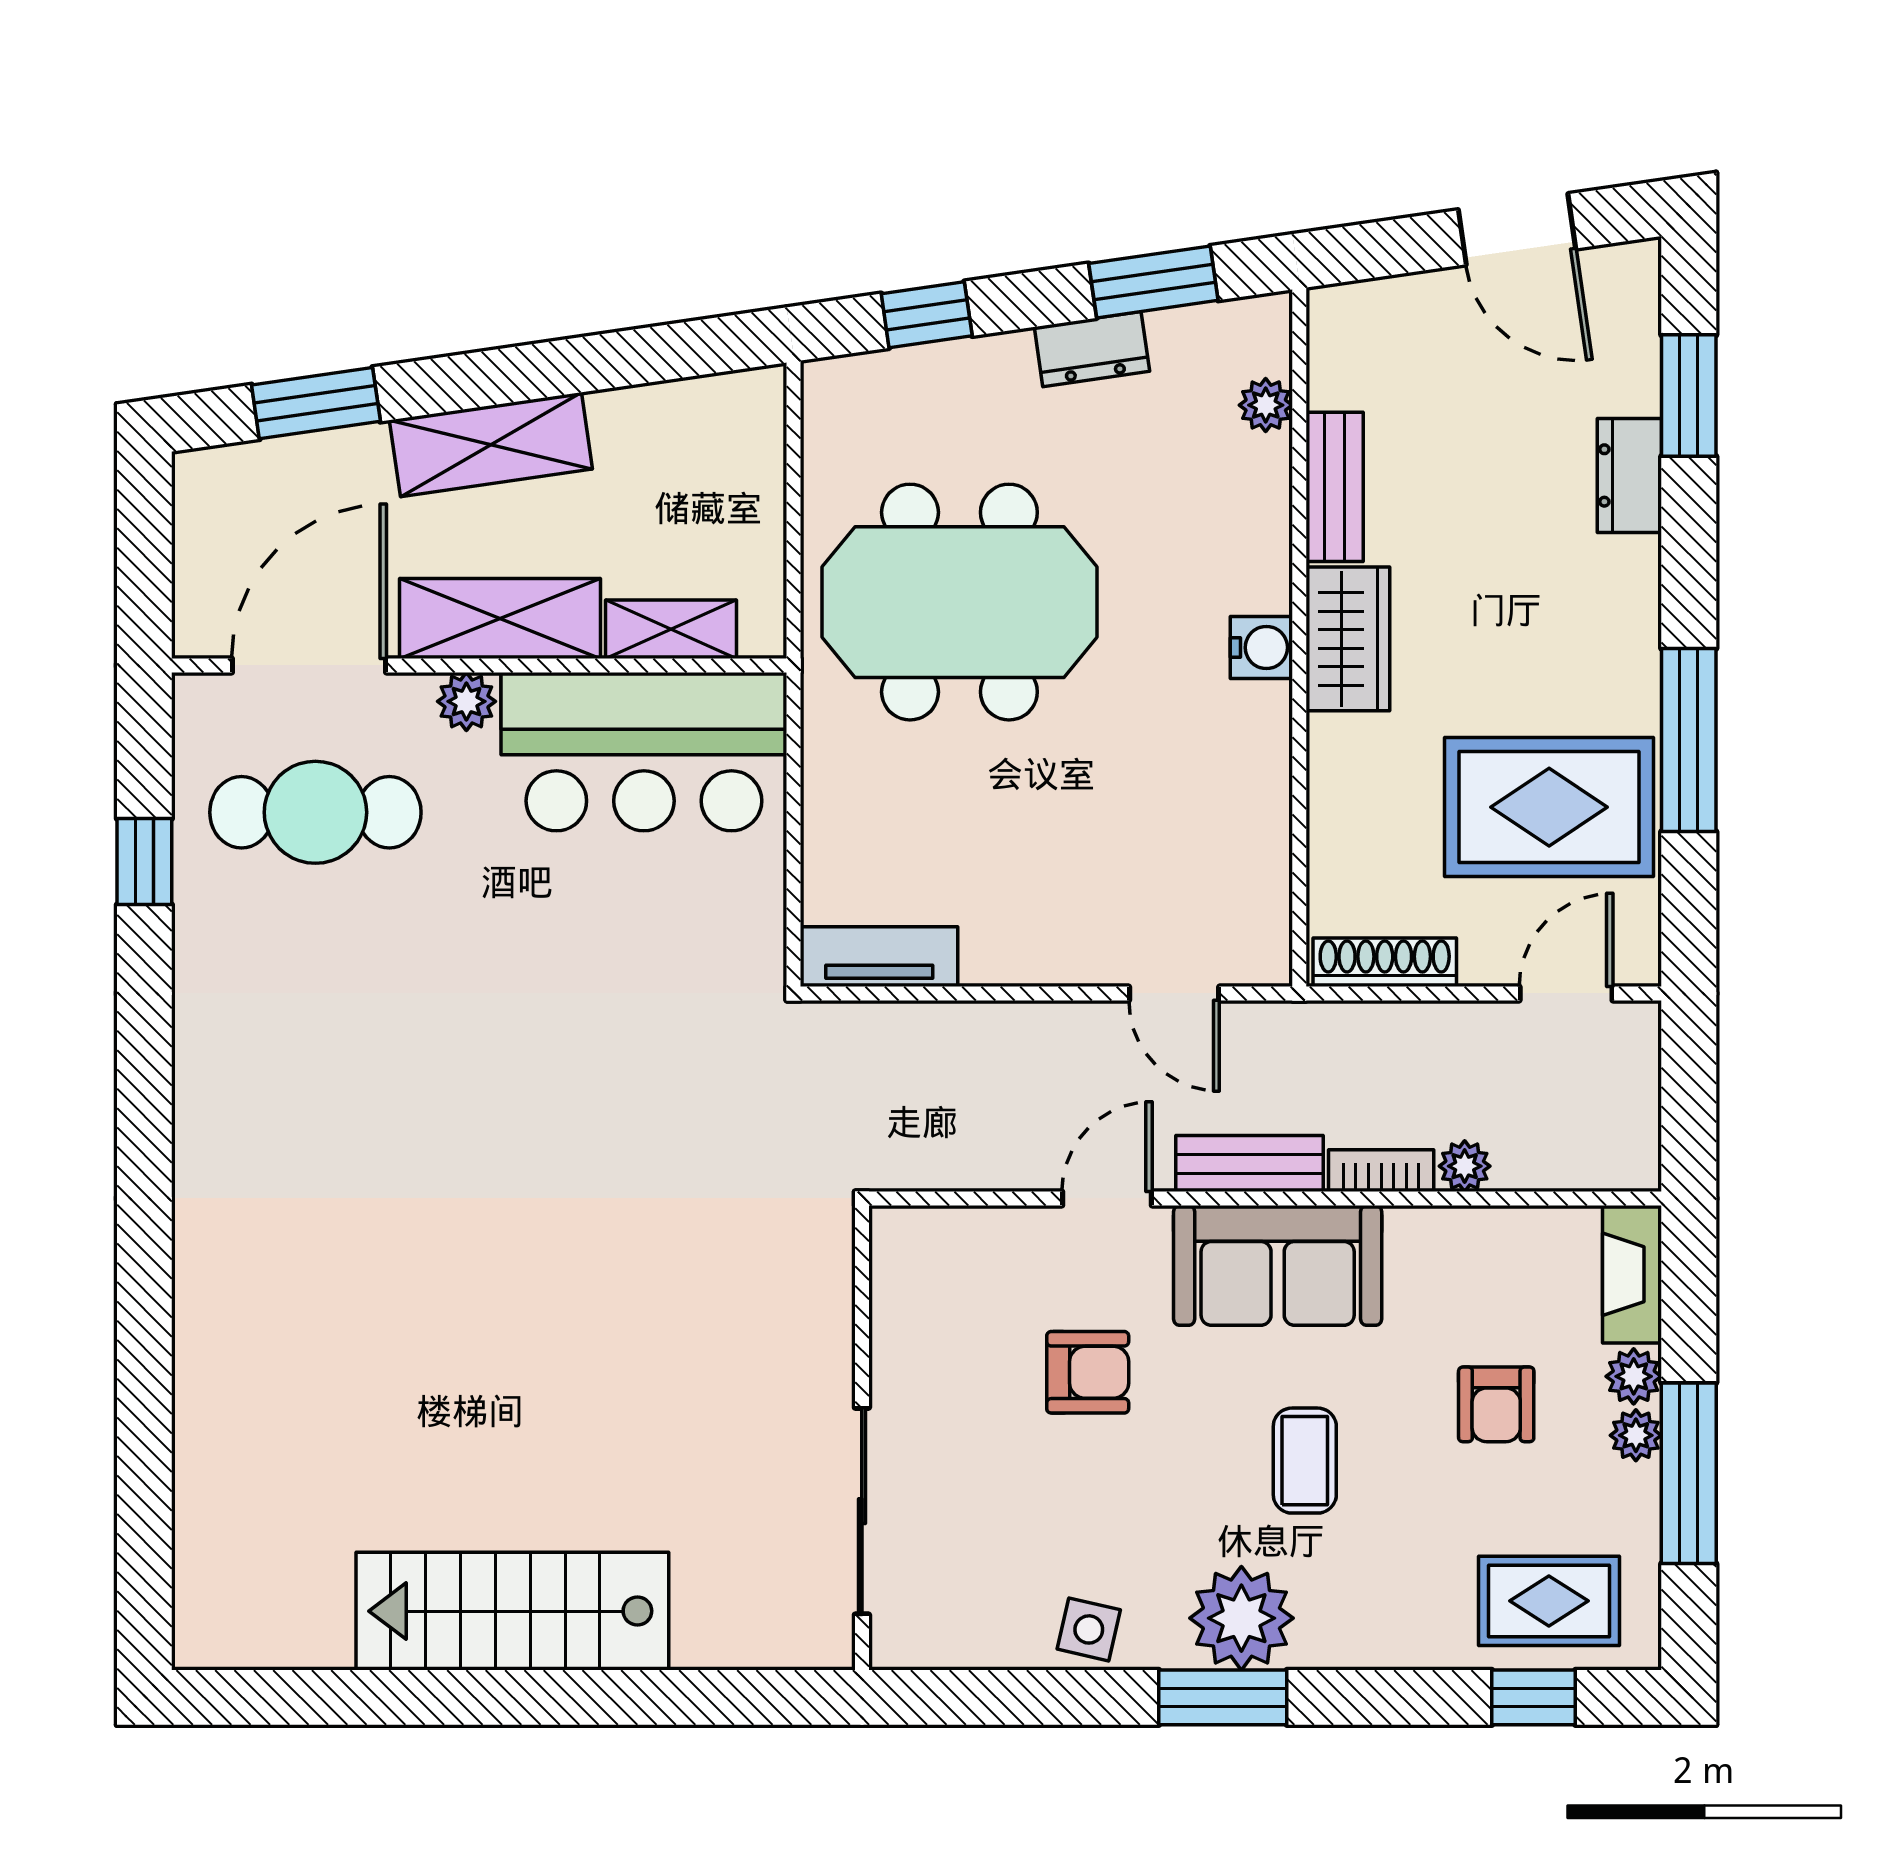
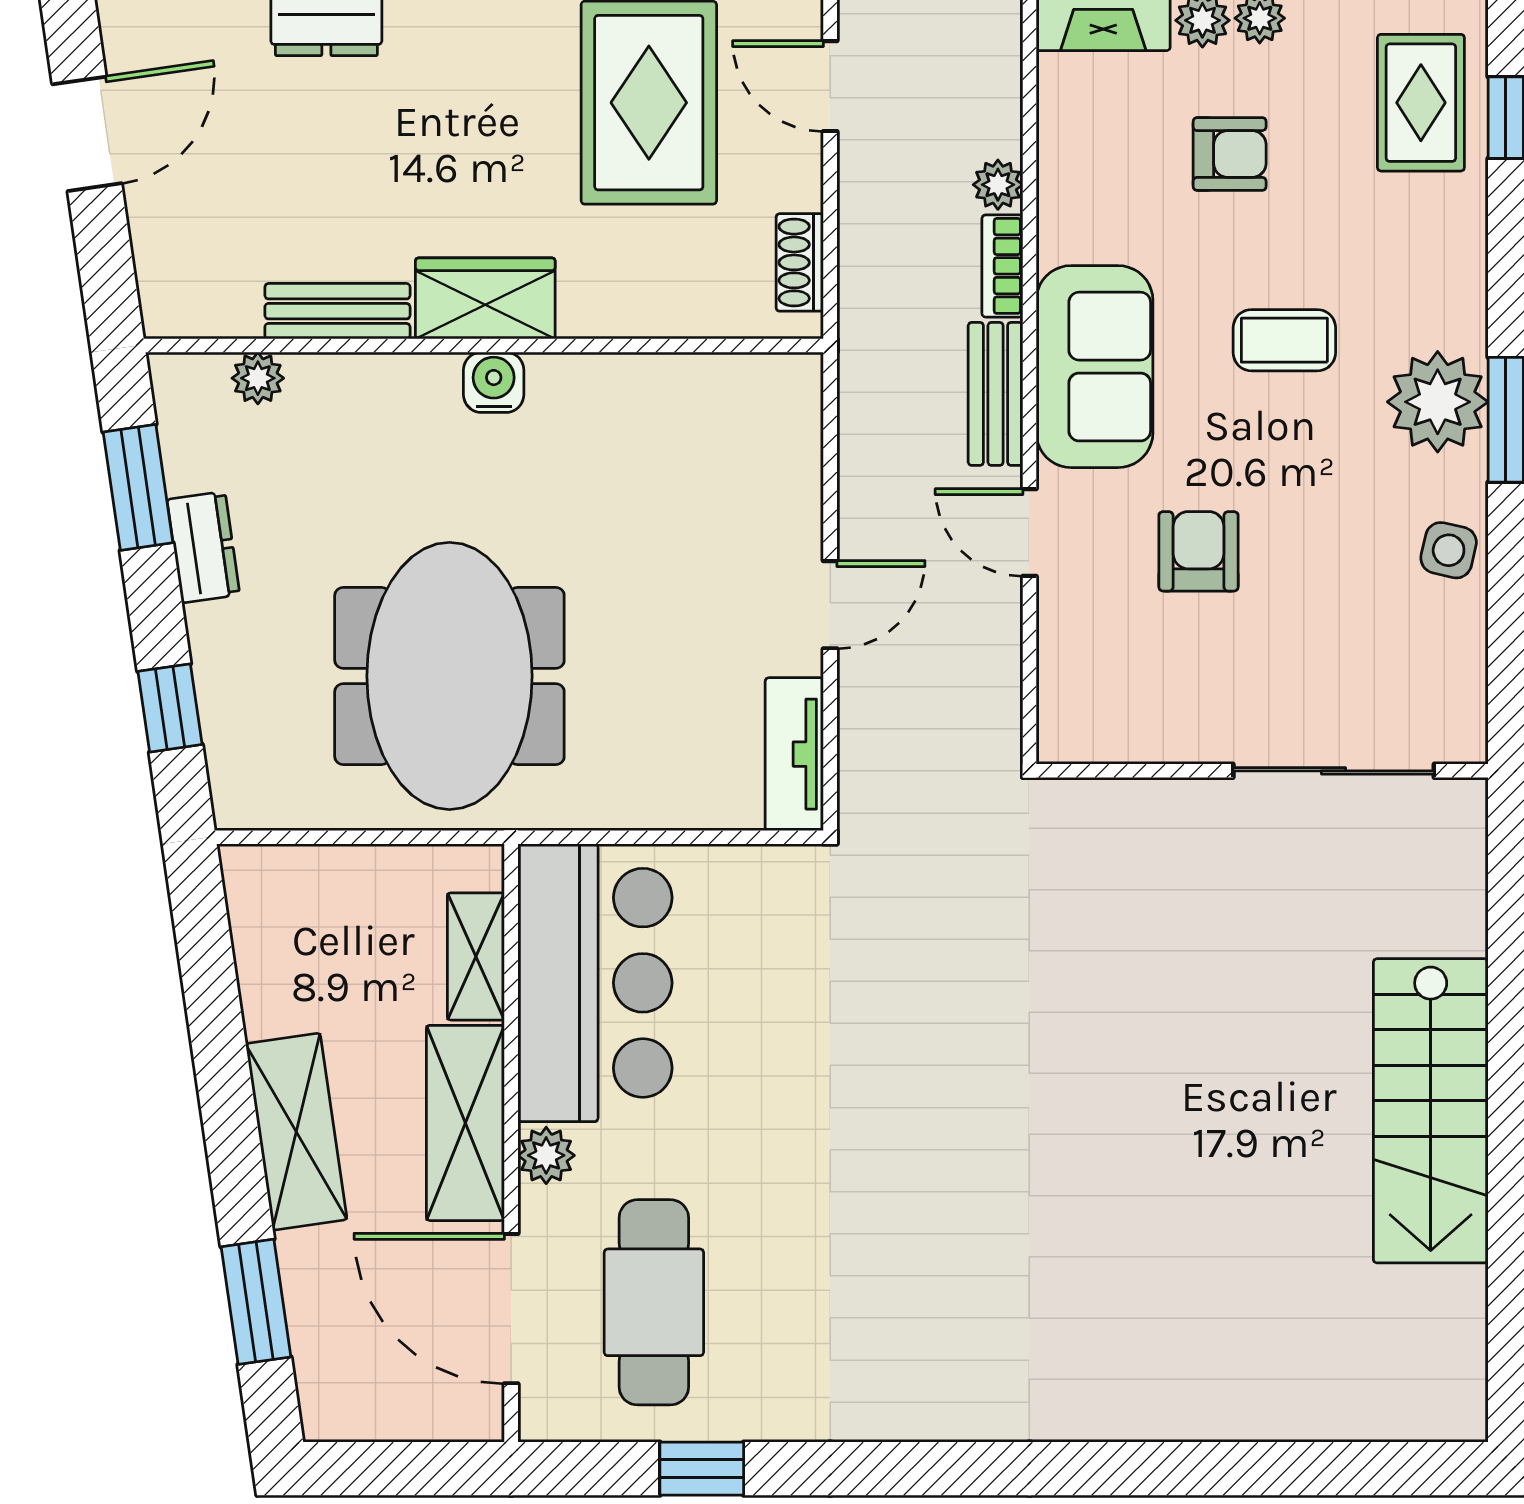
shoe rack: (1385, 962) -> (800, 262), width x0.70
door: (1174, 993) -> (830, 605), moved

